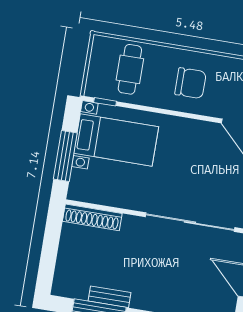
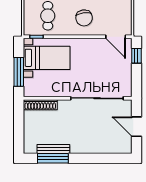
chair: (190, 83) -> (84, 18), turned 82
bench: (109, 297) -> (53, 149), width x1.36

